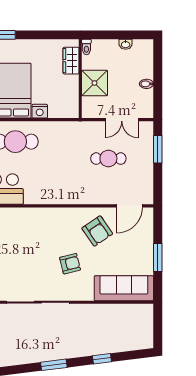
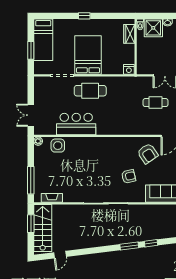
shower: (94, 83) -> (153, 28), moved
nightstand: (40, 111) -> (129, 69), moved
window: (54, 365) -> (129, 246), moved

